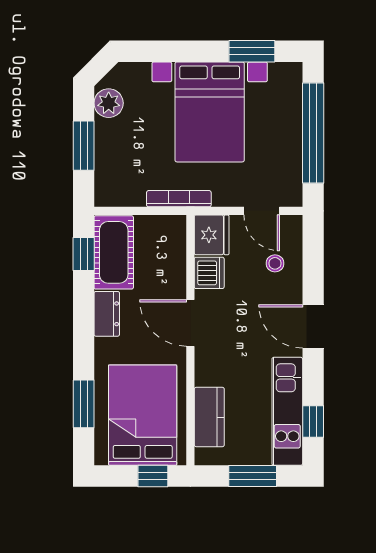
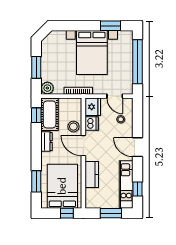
plant: (109, 103) -> (47, 88), moved
stool: (168, 280) -> (73, 127), added
kitchen counter: (209, 417) -> (92, 175), moved

